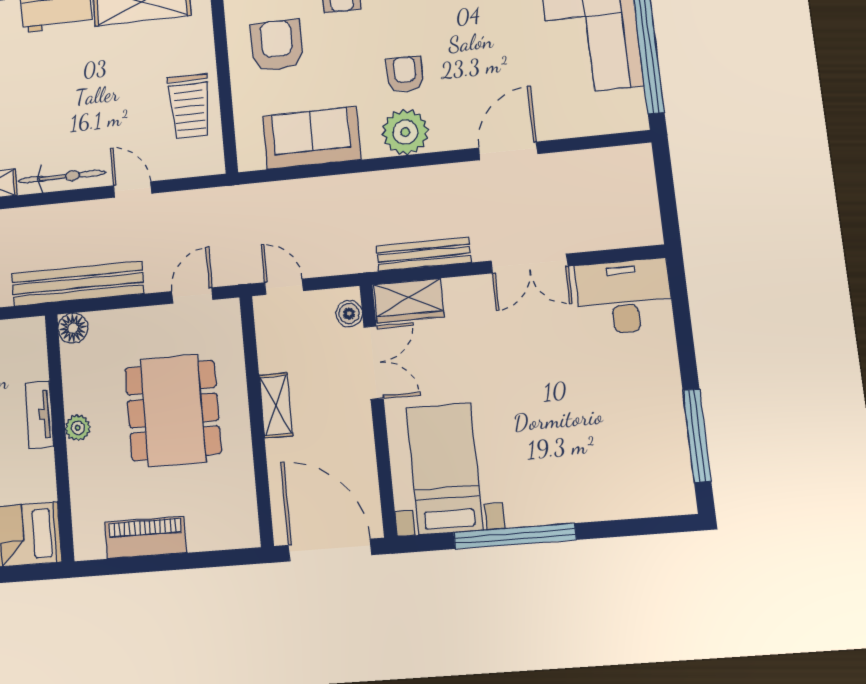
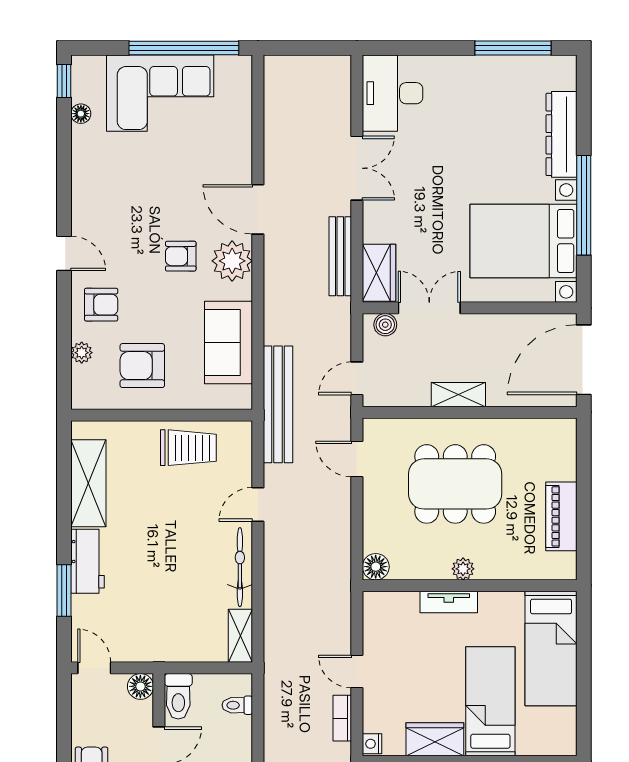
door: (508, 151) -> (258, 209), moved
bench: (78, 284) -> (278, 404), moved
bed with nightstands: (444, 469) -> (523, 241), width x1.36
dresser: (598, 503) -> (562, 134), added

